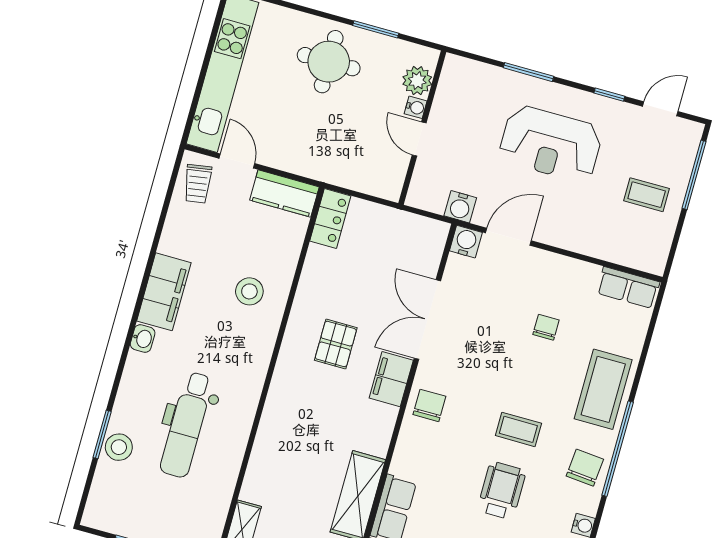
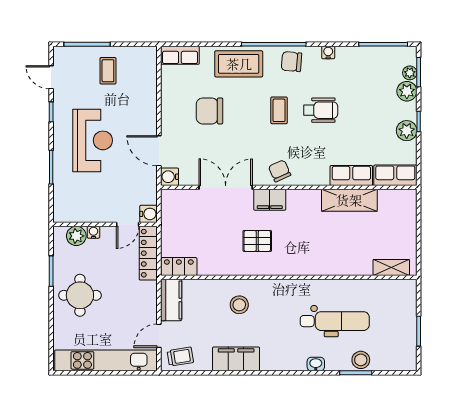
door: (419, 139) -> (128, 224), moved
locker: (362, 179) -> (148, 253), added
water cooler: (460, 207) -> (148, 214), moved
row of seats: (628, 288) -> (180, 55), moved, turned 90
filing cabinet: (164, 292) -> (236, 359), moved
double door: (427, 320) -> (226, 187), swing flipped
chair: (546, 327) -> (210, 111), width x1.87, depth x1.87
washbasin: (143, 339) -> (316, 364), moved
chair: (429, 405) -> (280, 171), turned 66
wheelchair: (502, 491) -> (321, 110), turned 180

